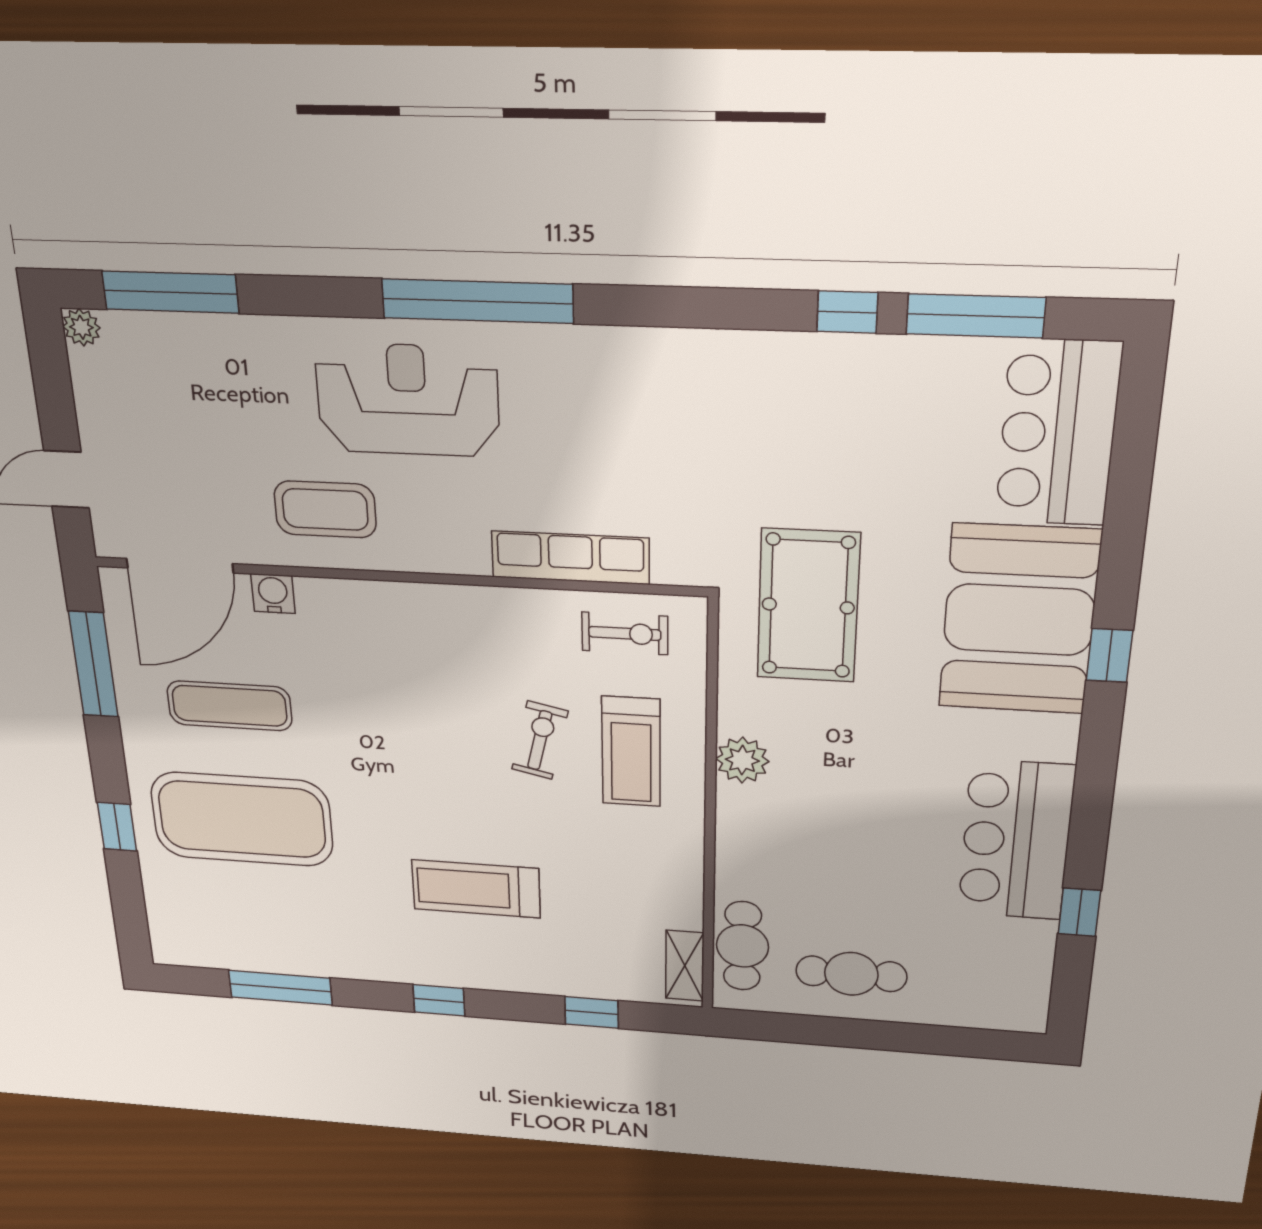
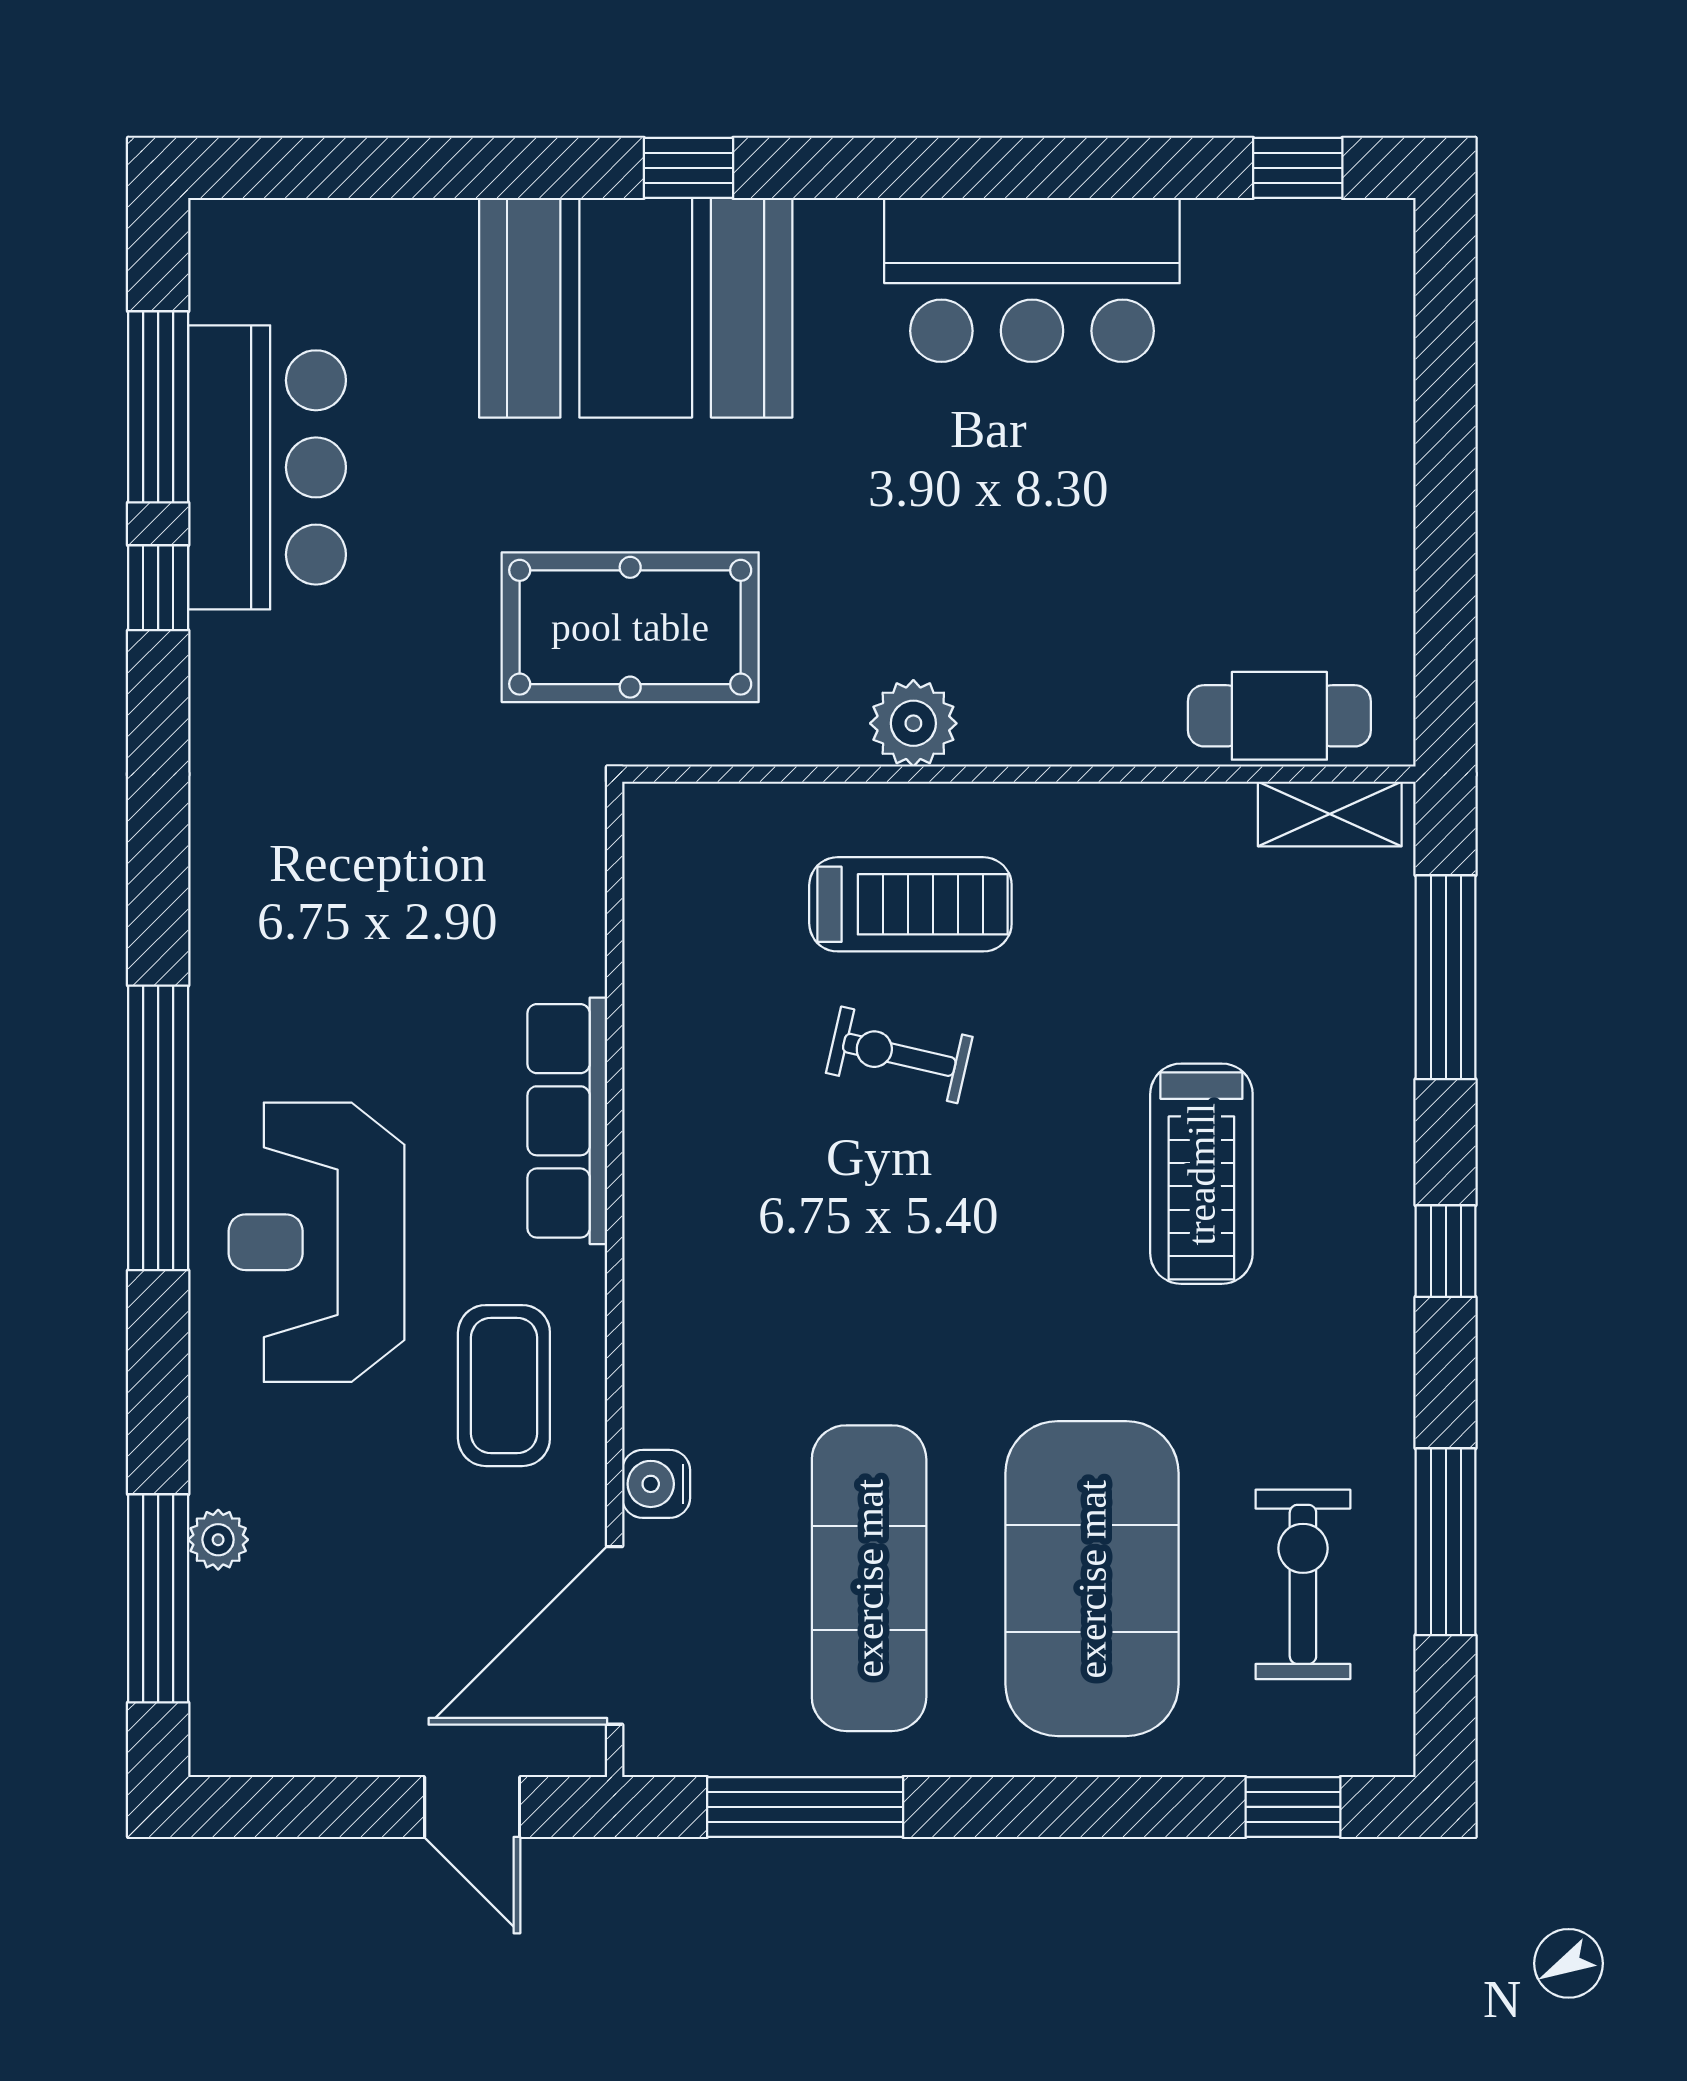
plant: (81, 327) -> (218, 1540), moved
bar counter: (1058, 433) -> (267, 467), moved, turned -90
row of seats: (570, 558) -> (567, 1121), moved
door: (180, 566) -> (615, 1635), swing flipped
exercise bike: (625, 633) -> (1303, 1584), moved, width x1.38, depth x1.39
exercise mat: (229, 706) -> (869, 1578), width x1.36, depth x1.45
window: (117, 827) -> (1293, 1807), moved
window: (1079, 912) -> (1298, 168), moved
cafe table: (851, 974) -> (1320, 530), removed
window: (592, 1012) -> (1446, 977), width x2.17

